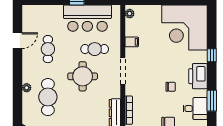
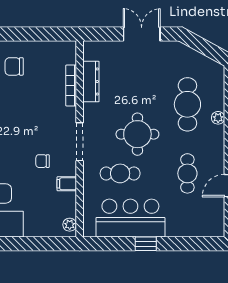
chair: (171, 87) -> (43, 161), moved

